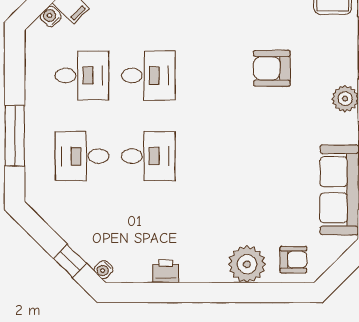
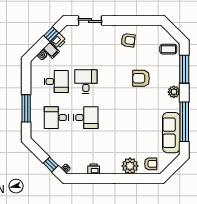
desk: (148, 75) -> (86, 81), turned -90

